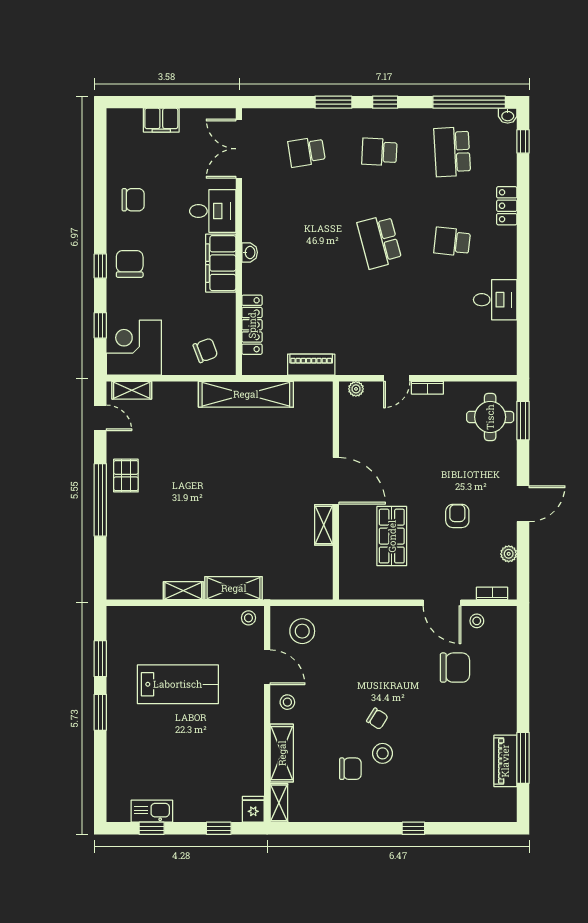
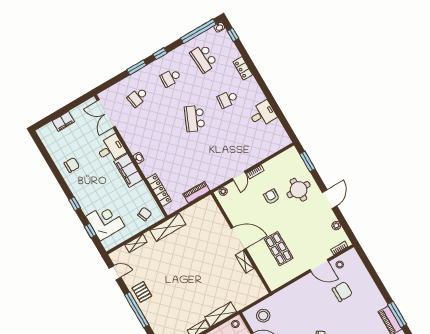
school desk: (379, 242) -> (195, 118), turned 39
chair: (130, 264) -> (87, 195), removed
corner desk: (134, 348) -> (105, 221), moved, turned 90
shelving: (132, 390) -> (136, 243), moved
shelving: (246, 394) -> (168, 227), width x0.68
round table: (490, 417) -> (298, 190), moved
armchair: (457, 516) -> (271, 197), moved

